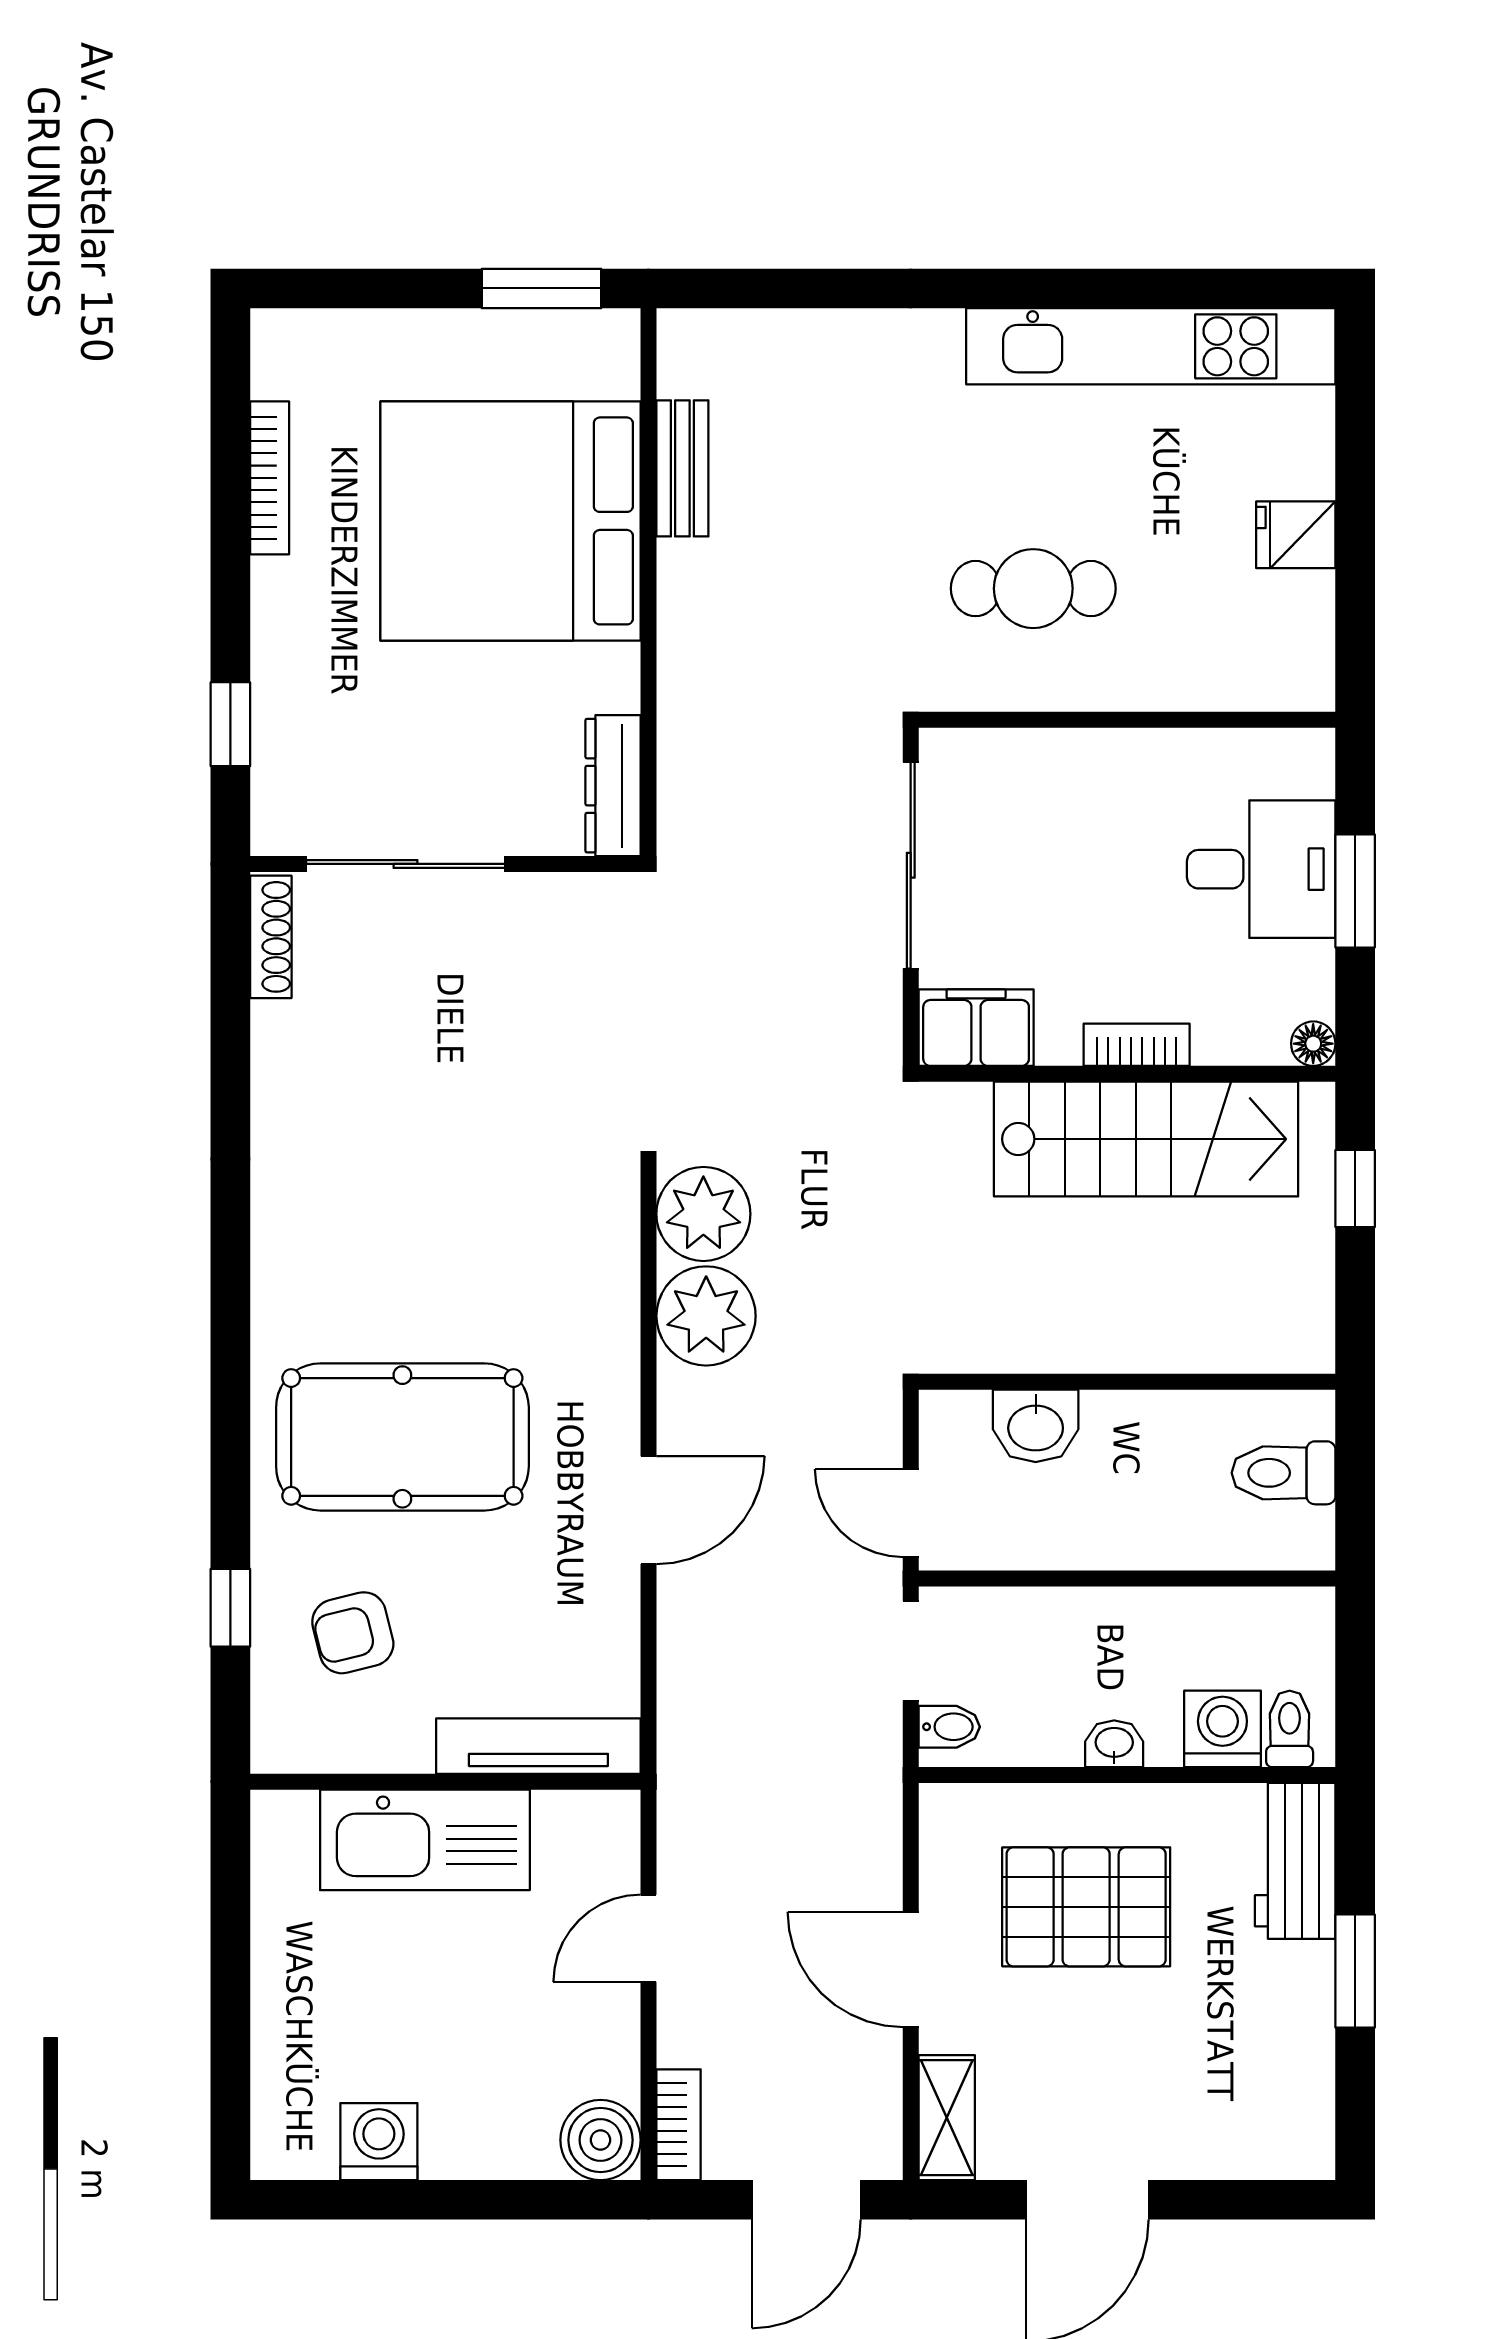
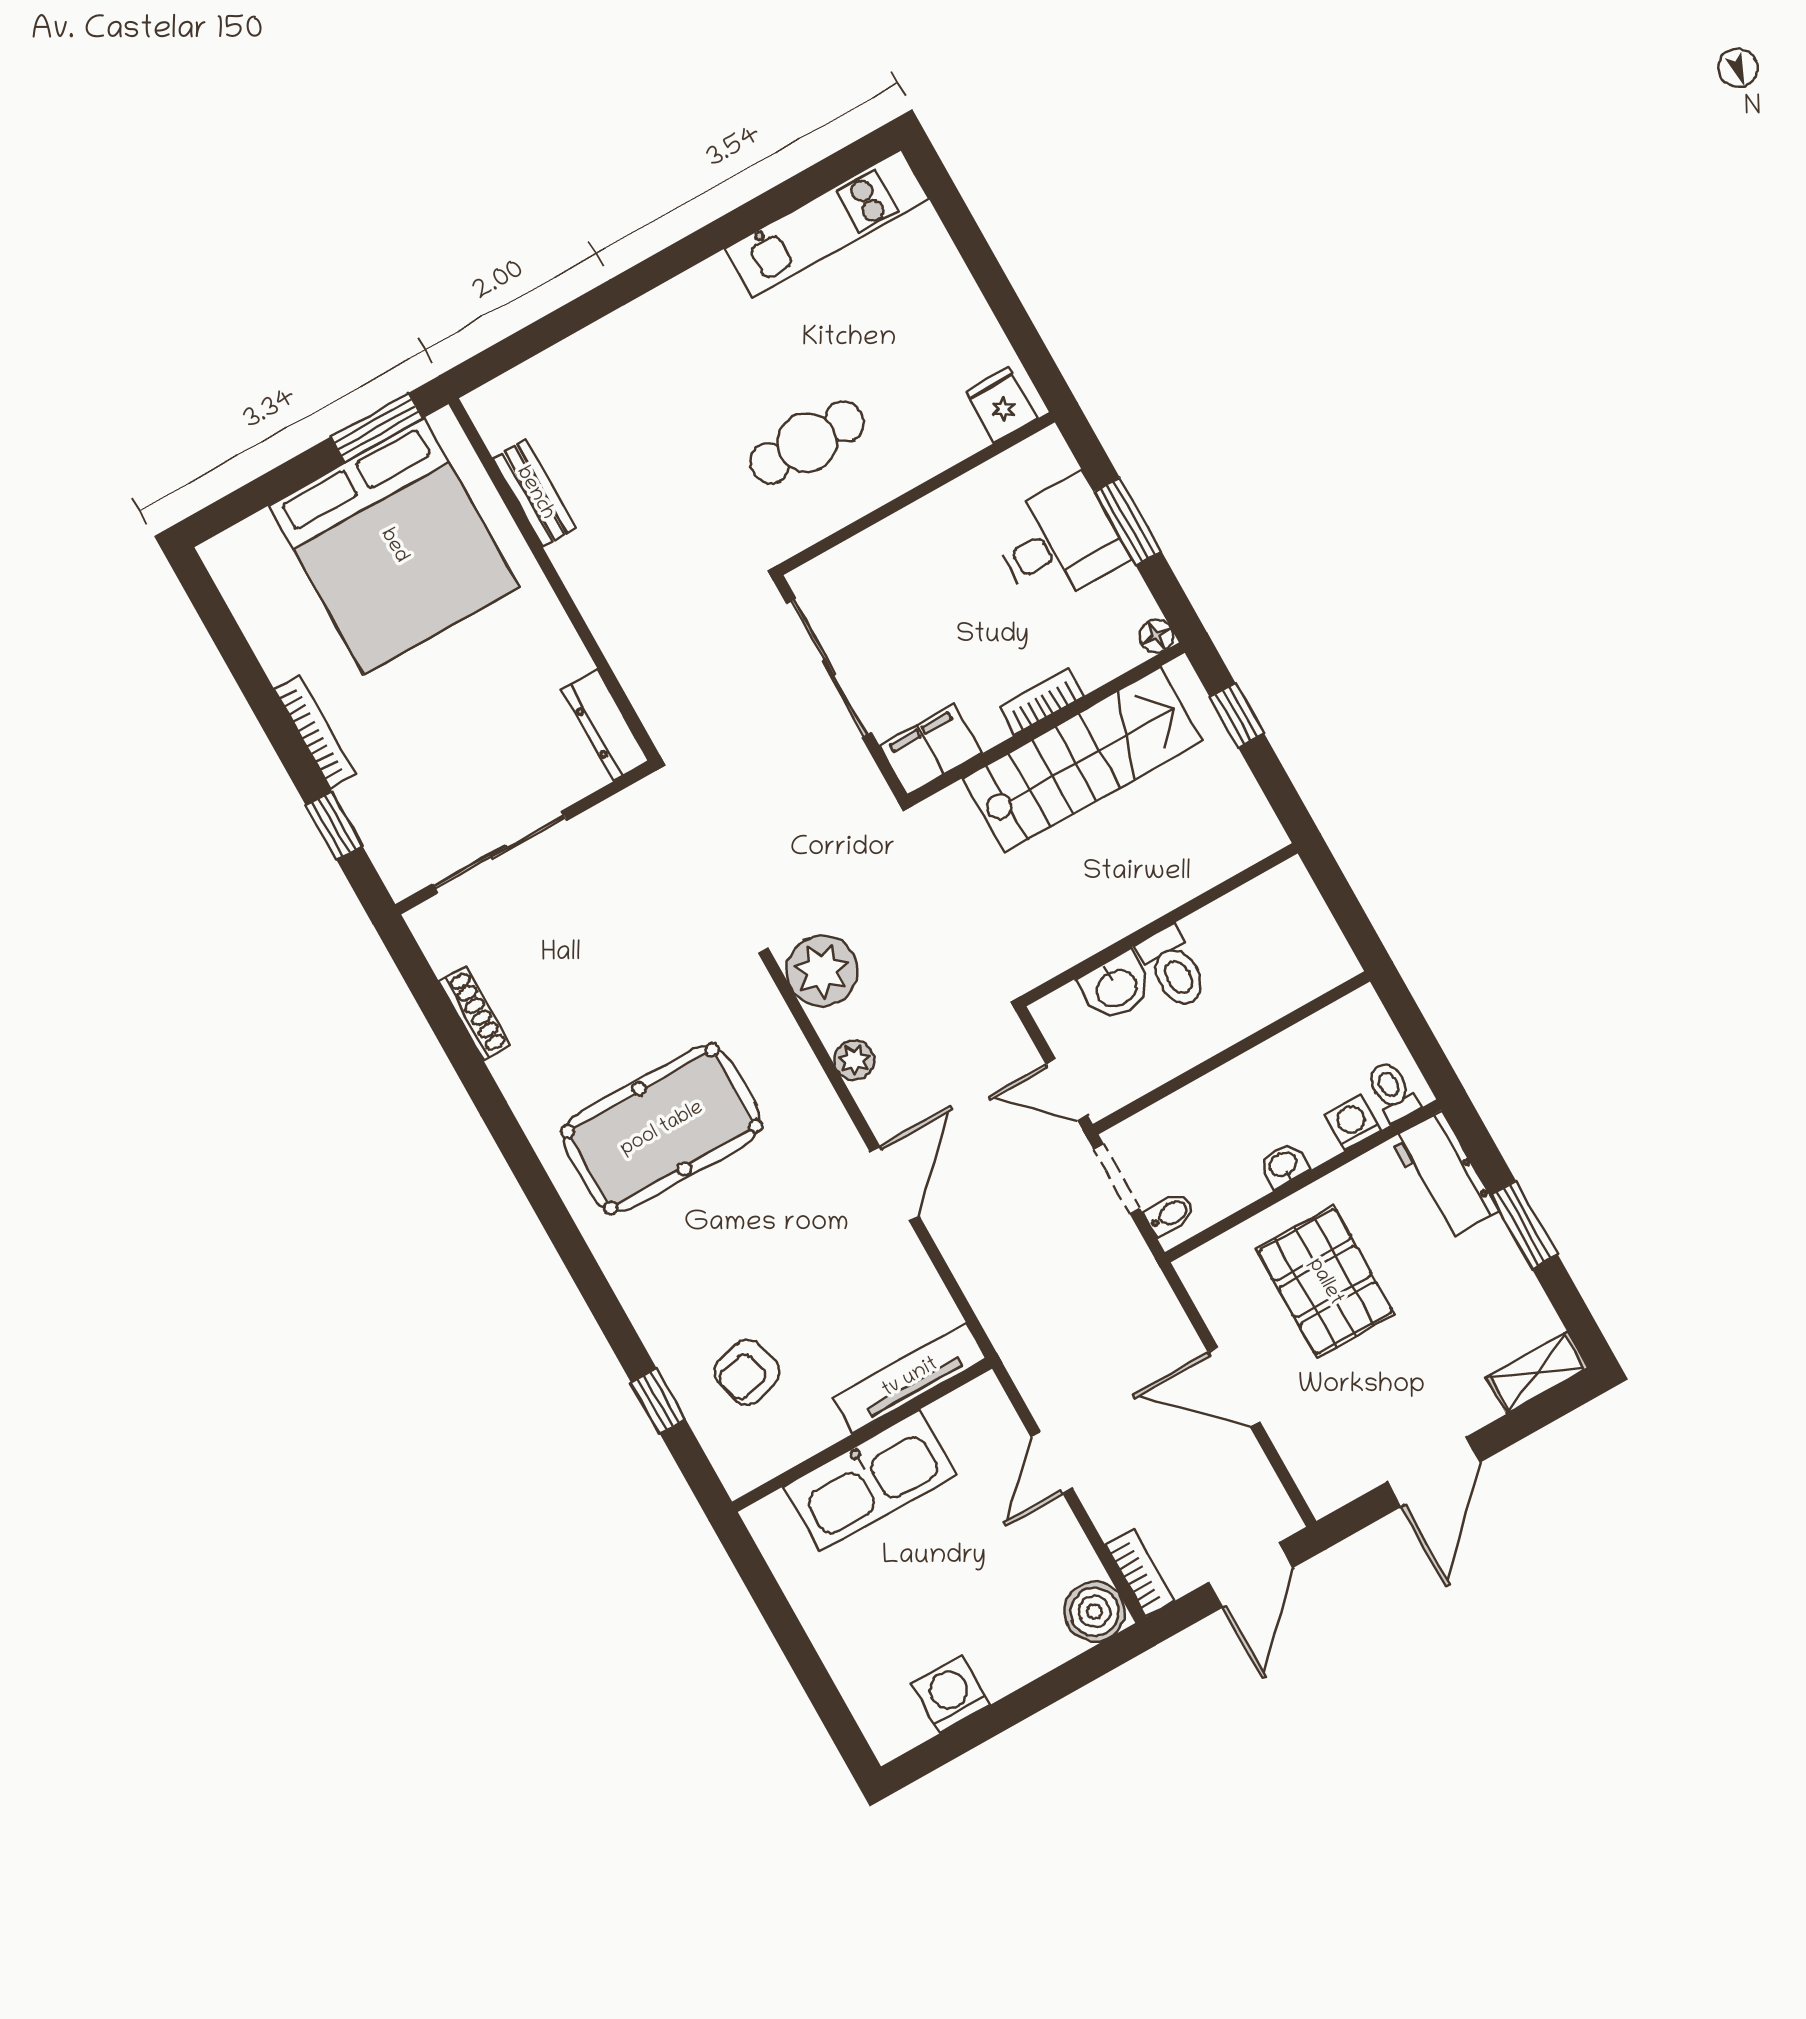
kitchen unit: (1151, 346) -> (827, 224), width x0.73
bookcase: (270, 478) -> (315, 732), moved
bed: (511, 521) -> (394, 546), moved, turned -90
fridge: (1296, 535) -> (1001, 405), moved, turned 90
shoe rack: (271, 937) -> (475, 1014), moved
plant: (706, 1316) -> (854, 1060), width x0.53, depth x0.53
pool table: (402, 1437) -> (662, 1129), moved
toilet: (1284, 1473) -> (1173, 968), moved, turned -90
washing machine: (1222, 1729) -> (1353, 1123), width x0.73, depth x0.73
pallet: (1086, 1907) -> (1325, 1282), turned 90
shelving: (947, 2118) -> (1537, 1373), moved, turned 90

